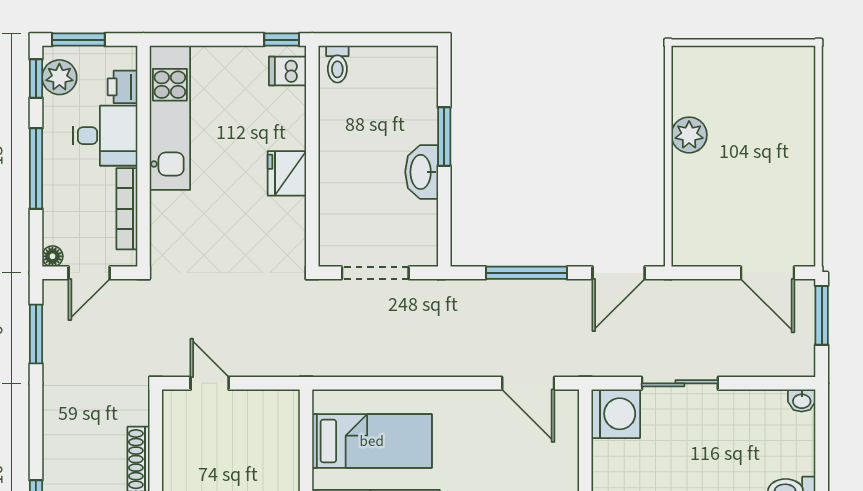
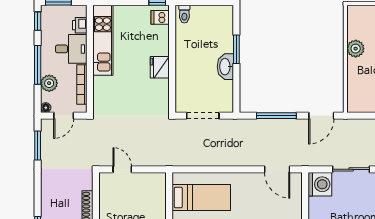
plant: (59, 77) -> (49, 83), moved

